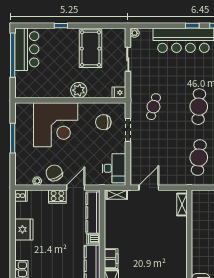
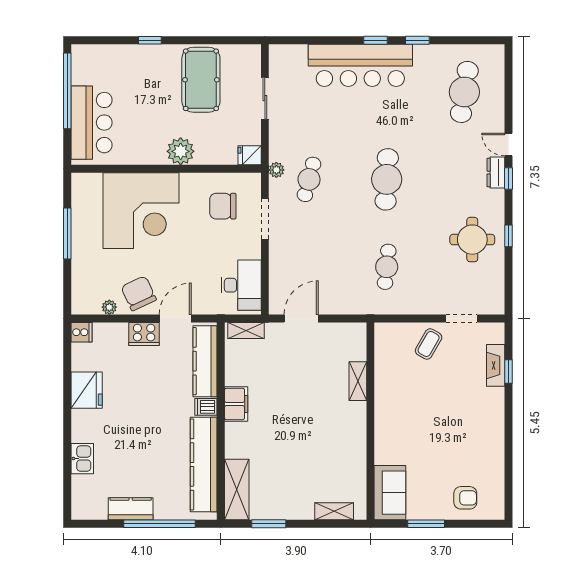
plant: (135, 33) -> (276, 170), moved
bar counter: (27, 49) -> (92, 123), moved
cafe table: (199, 158) -> (387, 267), width x0.73, depth x0.74
shelving: (182, 205) -> (358, 381), moved
filing cabinet: (111, 259) -> (236, 404), moved

